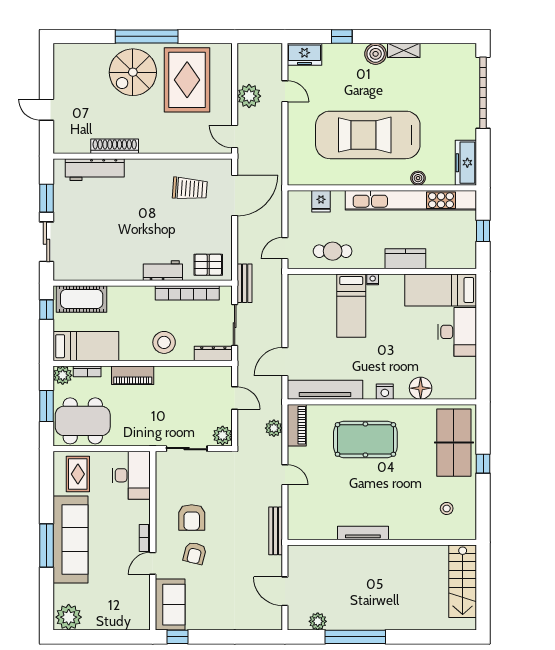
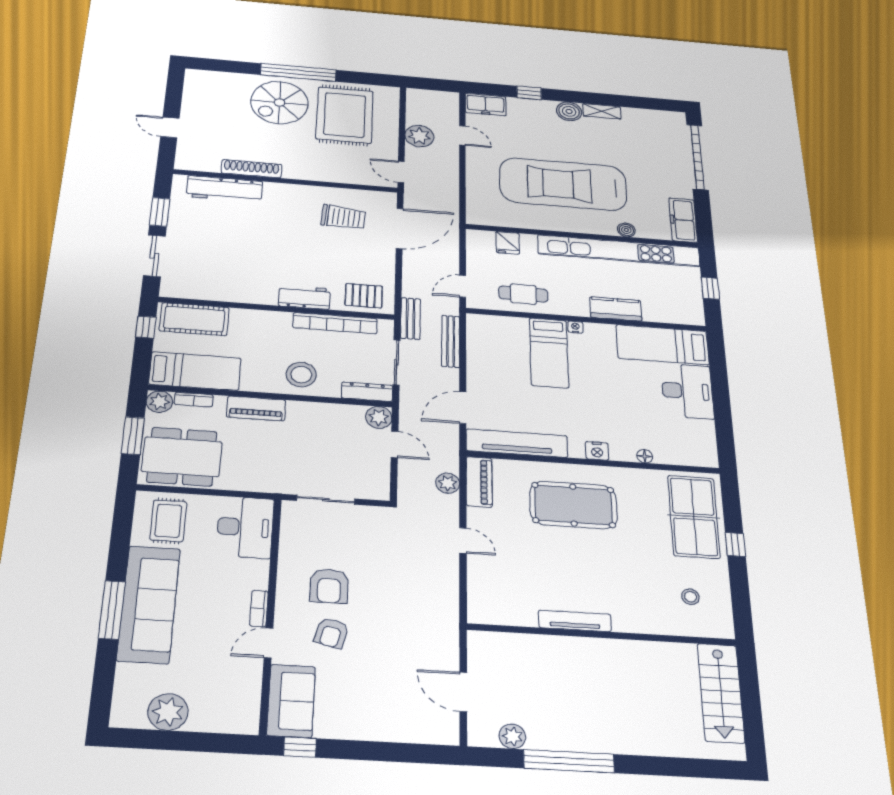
floor lamp: (421, 388) -> (645, 456), width x0.53, depth x0.53
plant: (223, 435) -> (379, 417), moved
bench: (276, 531) -> (451, 341), moved
plant: (69, 617) -> (168, 712), moved

